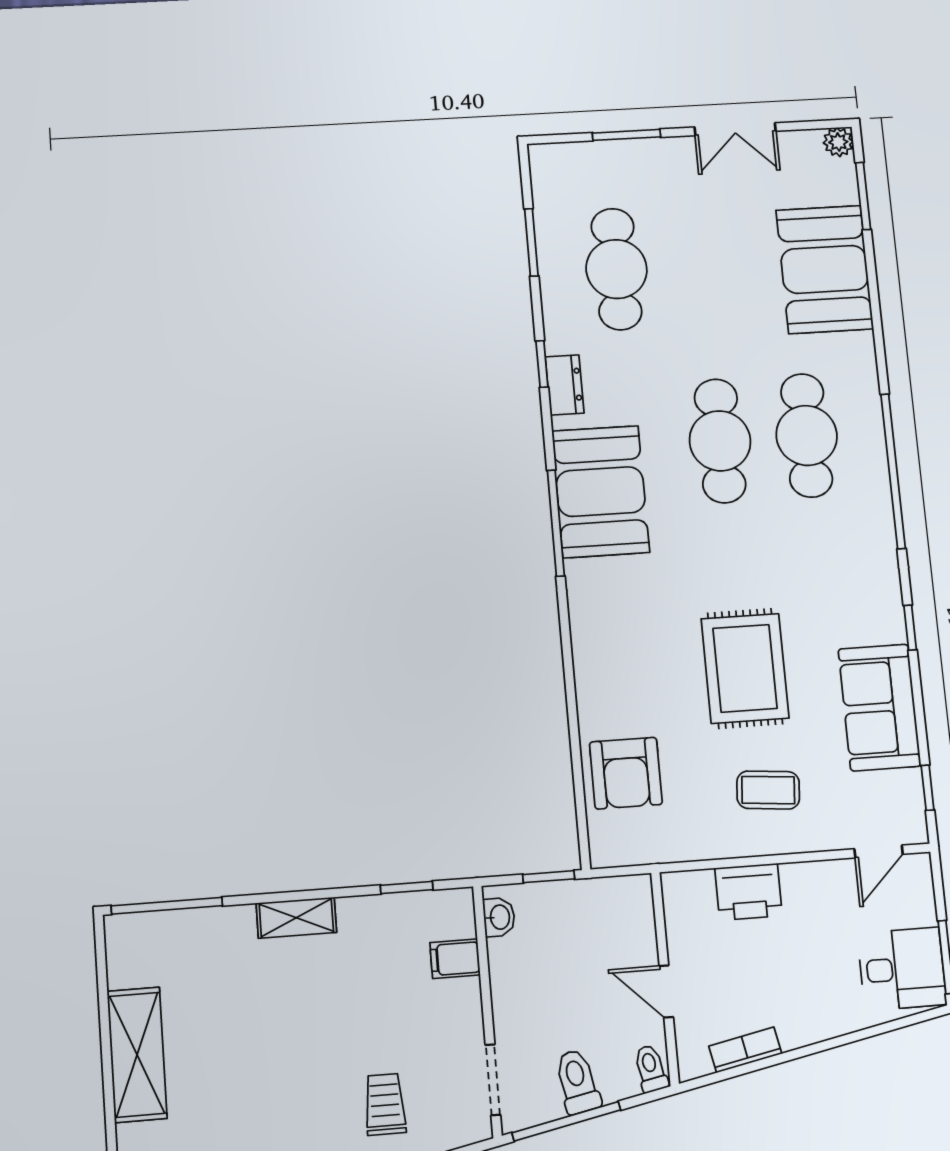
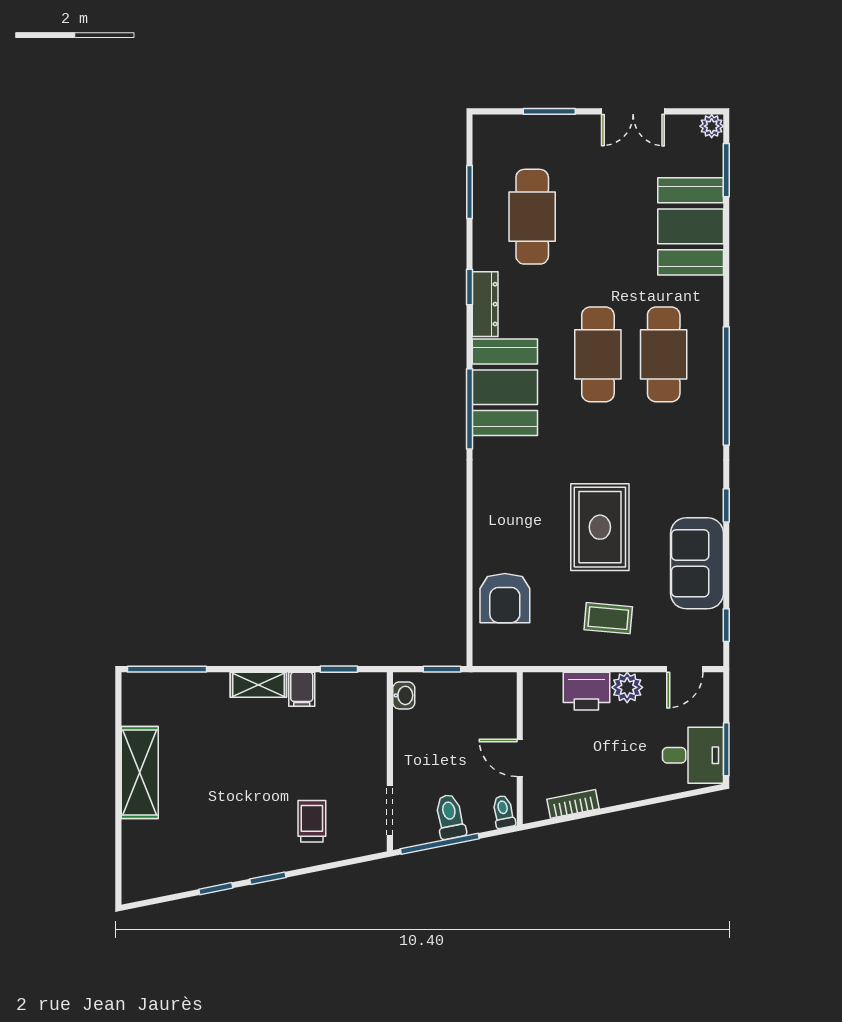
dresser: (565, 385) -> (485, 304), width x1.44
plant: (803, 883) -> (627, 687), added
filing cabinet: (455, 959) -> (302, 689), moved, turned -90

